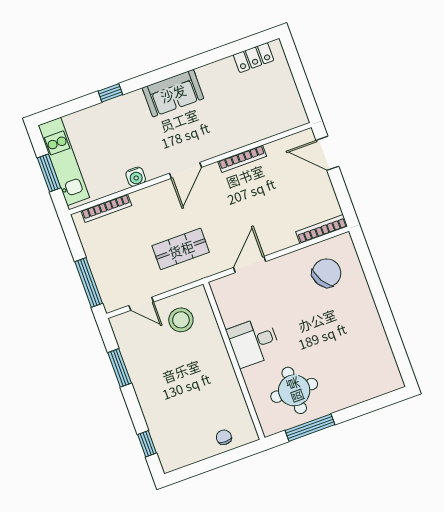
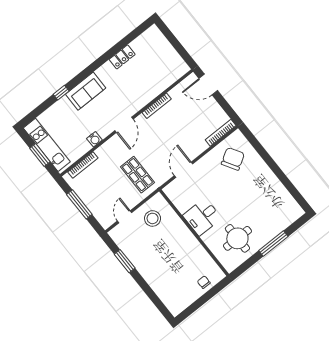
locker: (254, 58) -> (122, 57), moved
sofa: (173, 93) -> (86, 91), moved
shop shelf: (181, 249) -> (137, 175), turned 90
window: (89, 283) -> (79, 204), moved
door: (141, 304) -> (125, 217), swing flipped
window: (310, 428) -> (273, 244), moved
window: (147, 444) -> (157, 302), removed

